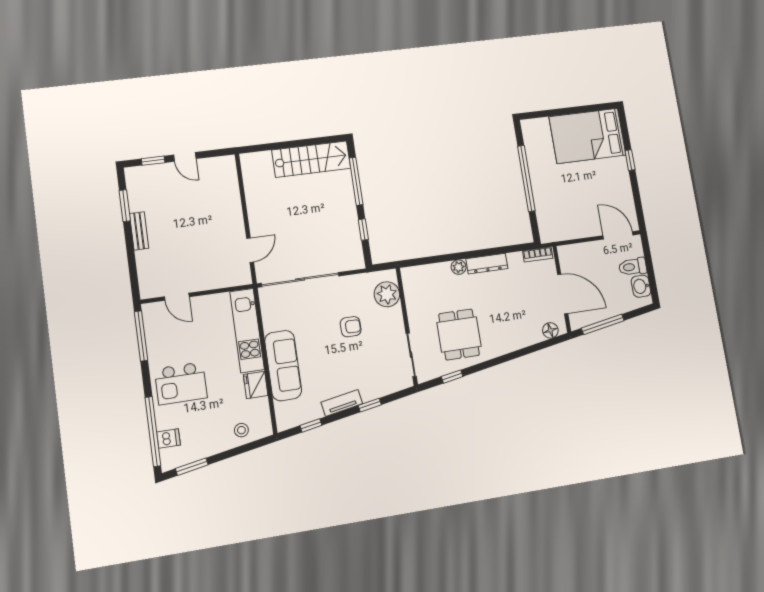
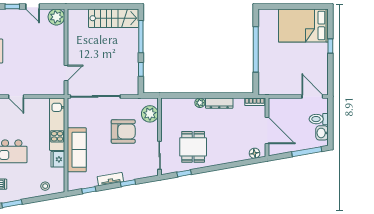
plant: (224, 168) -> (56, 17), added
window: (603, 324) -> (307, 152), moved
armchair: (351, 327) -> (123, 131), width x1.88, depth x1.88

